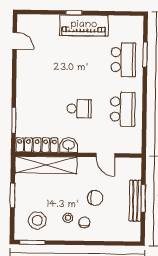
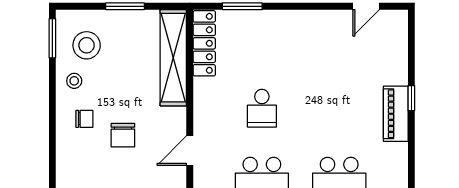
piano: (84, 25) -> (396, 114), width x0.73, depth x0.75
washbasin: (69, 145) -> (205, 93), removed
stool: (68, 218) -> (74, 81), moved

